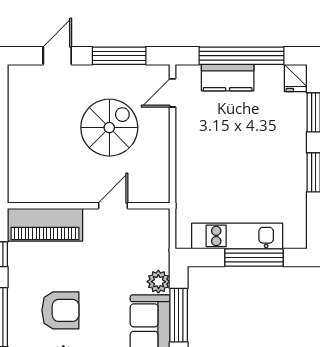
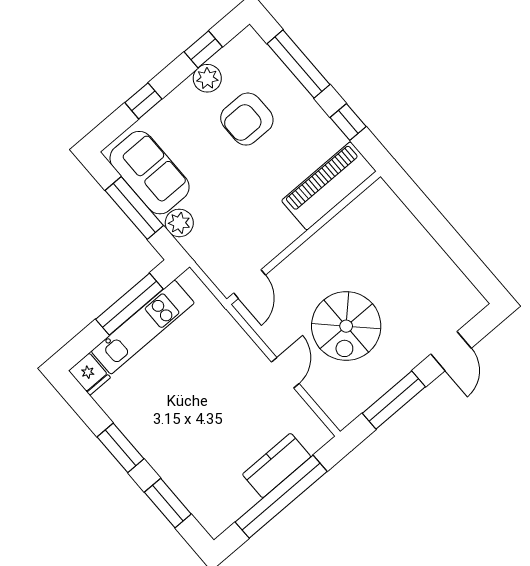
fridge: (296, 78) -> (89, 374), moved, turned 180
door: (172, 93) -> (285, 373), moved
door: (113, 206) -> (250, 284), moved
window: (254, 258) -> (129, 304), moved

